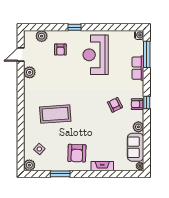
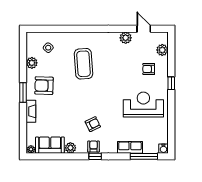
plant: (29, 165) -> (32, 63), moved
window: (60, 174) -> (23, 92), moved

